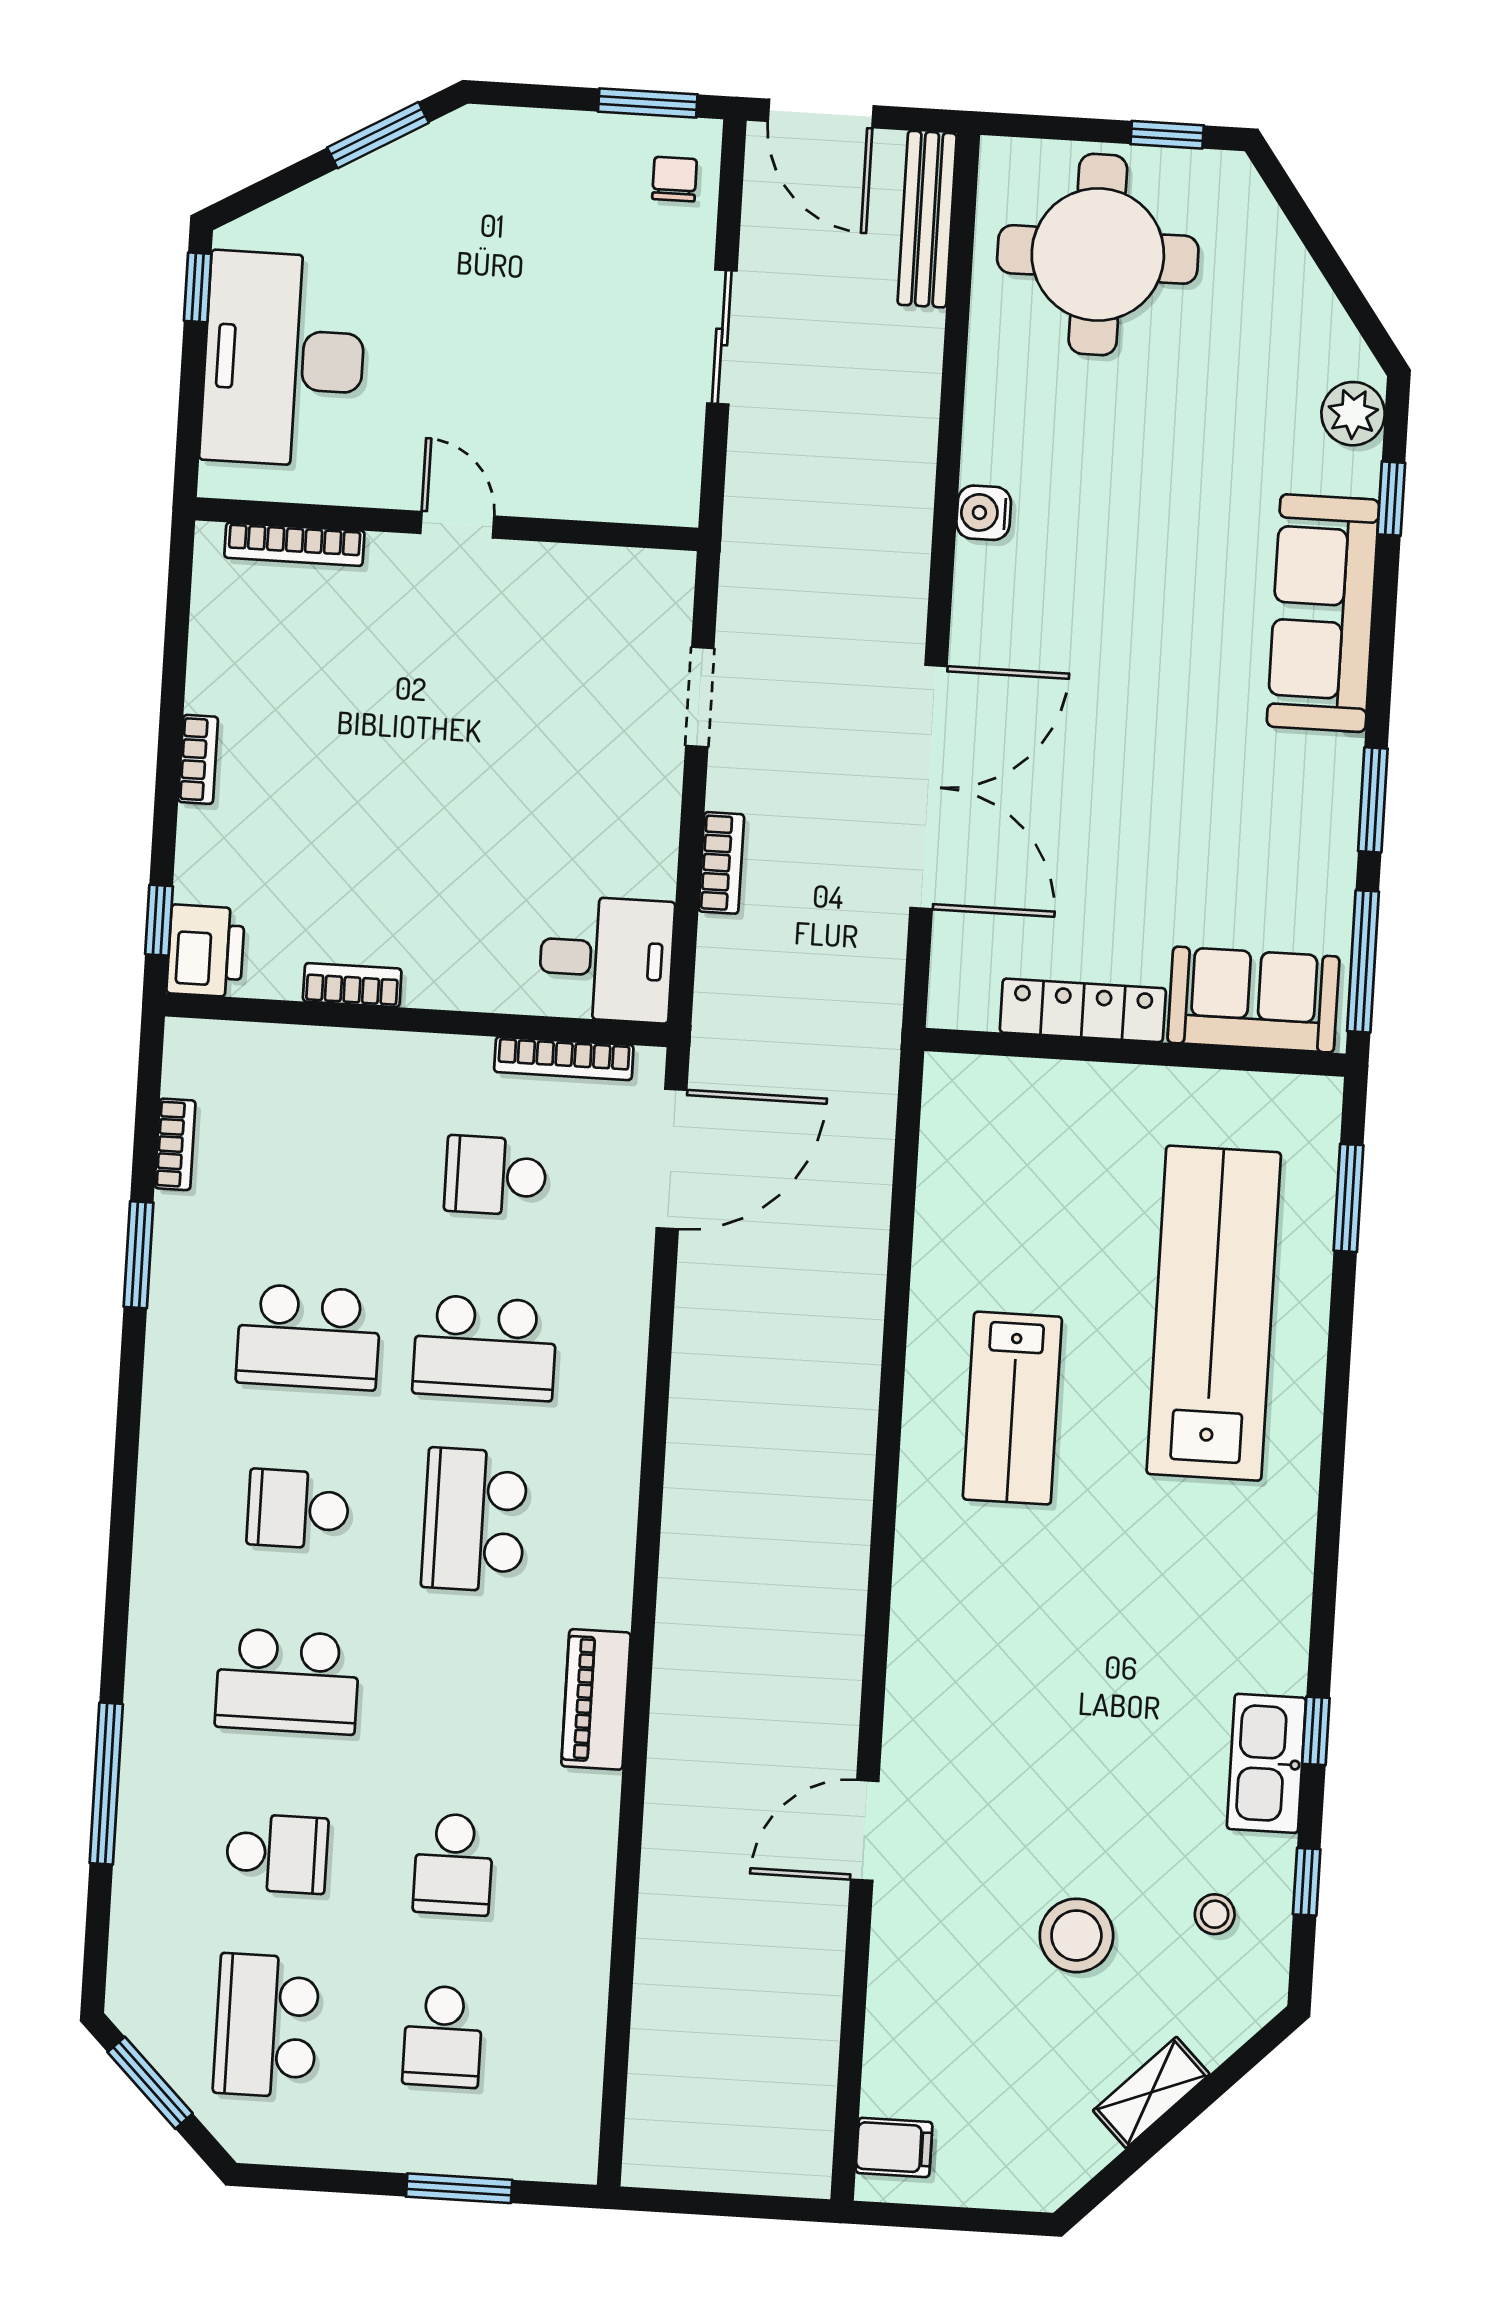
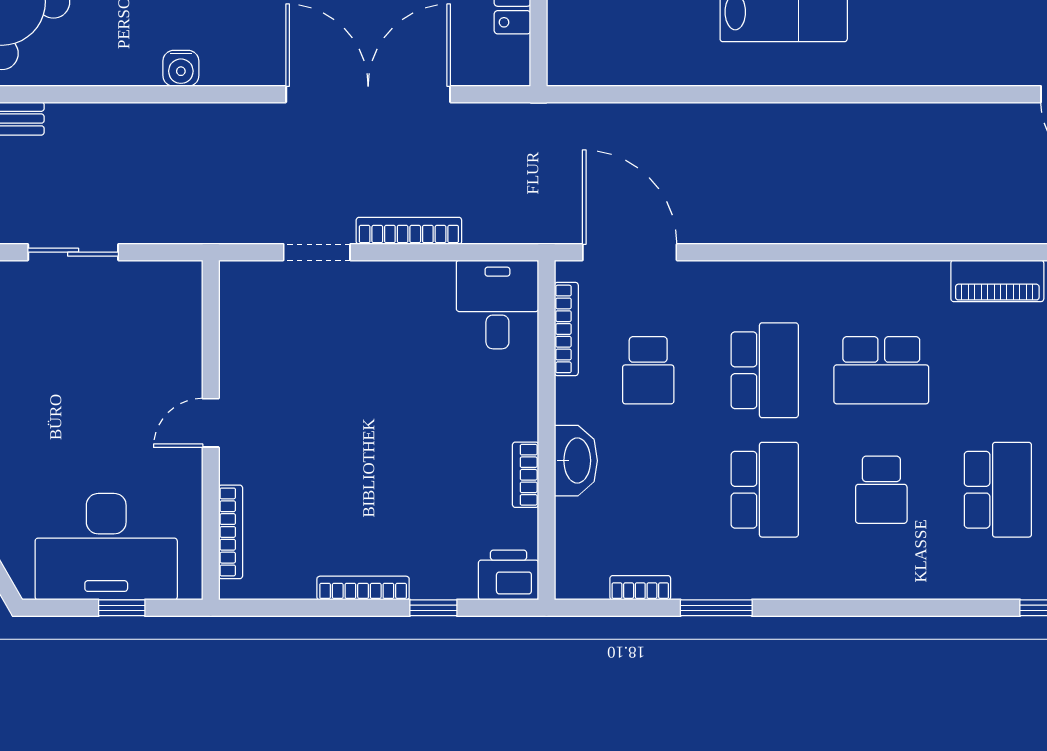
window: (198, 287) -> (122, 608), moved
bookcase: (198, 759) -> (363, 588), width x1.56
bookcase: (721, 863) -> (409, 231), width x1.56
window: (159, 920) -> (433, 608), moved
washbasin: (369, 1061) -> (576, 461), added

